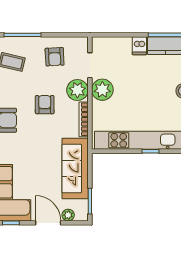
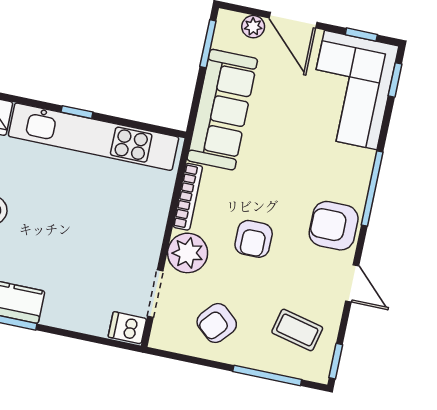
dishwasher: (139, 46) -> (127, 328), moved, turned -90
armchair: (55, 57) -> (217, 323), turned -136
plant: (102, 90) -> (142, 244), removed

